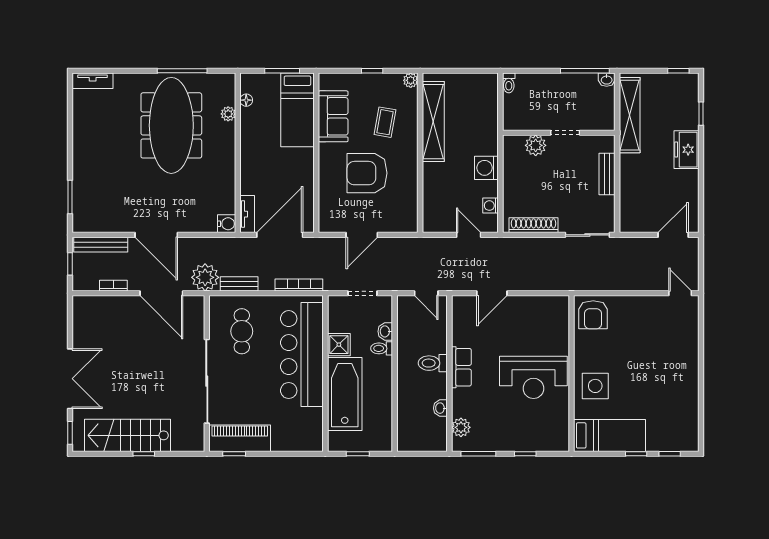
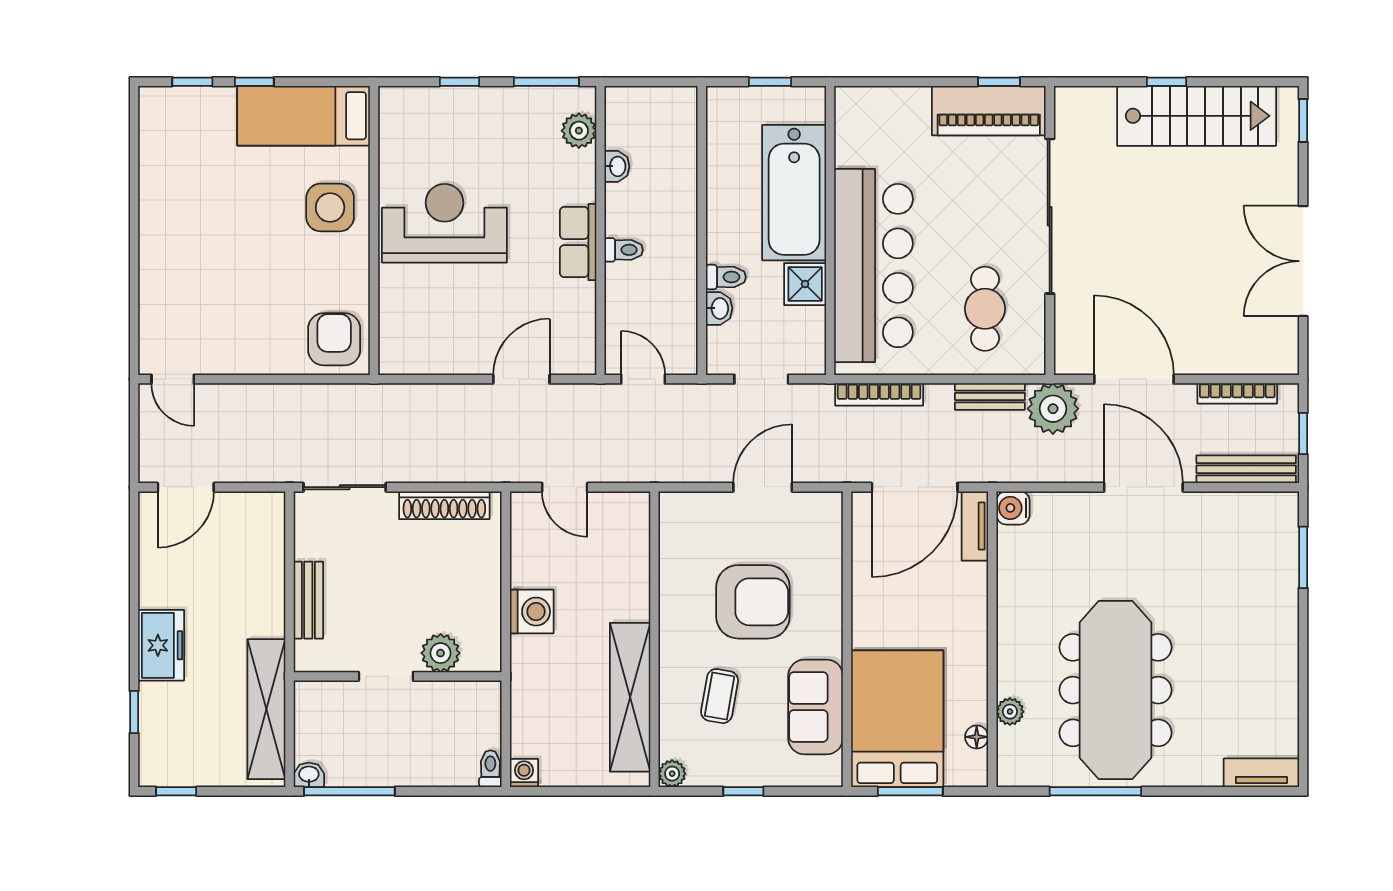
bed: (297, 110) -> (897, 719), width x1.50
washing machine: (491, 206) -> (524, 773), moved, turned -90
bookcase: (113, 286) -> (1237, 393), width x1.56
toilet: (433, 363) -> (624, 250), width x0.73, depth x0.72
double door: (70, 379) -> (1303, 261), moved

